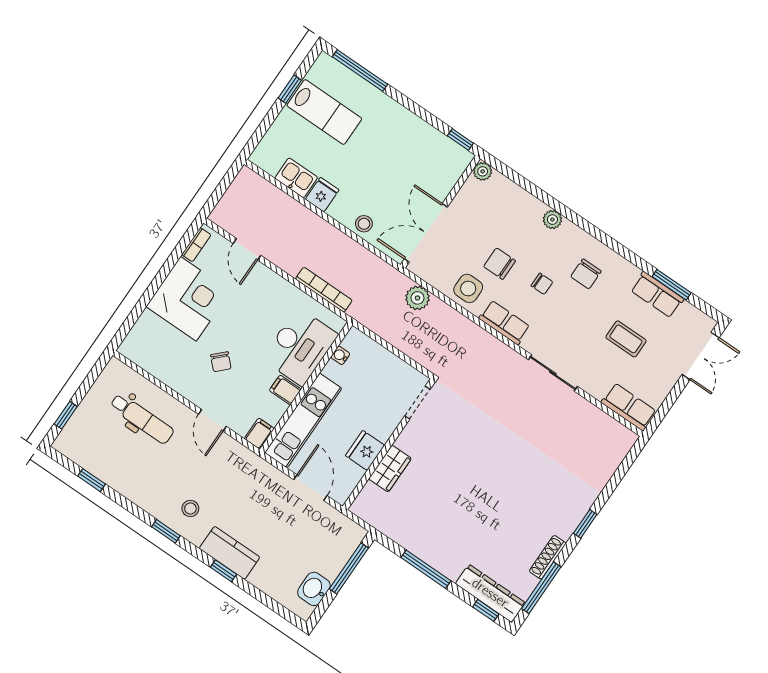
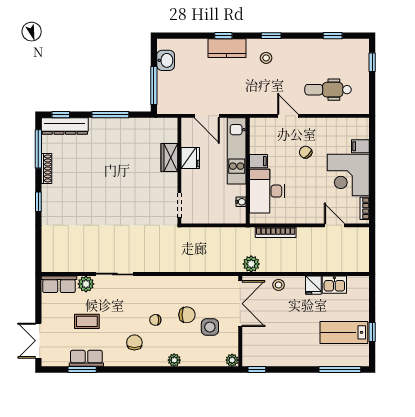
side table: (468, 288) -> (210, 327), moved
plant: (417, 298) -> (251, 264), moved
row of seats: (504, 322) -> (161, 284), removed
plant: (596, 385) -> (86, 284), added
filing cabinet: (259, 434) -> (360, 146), moved, turned 90

